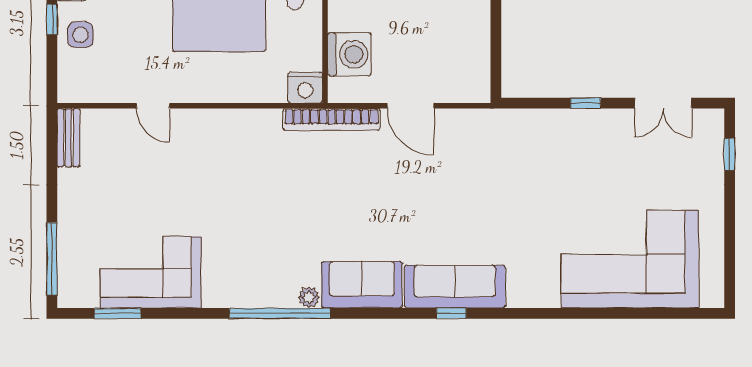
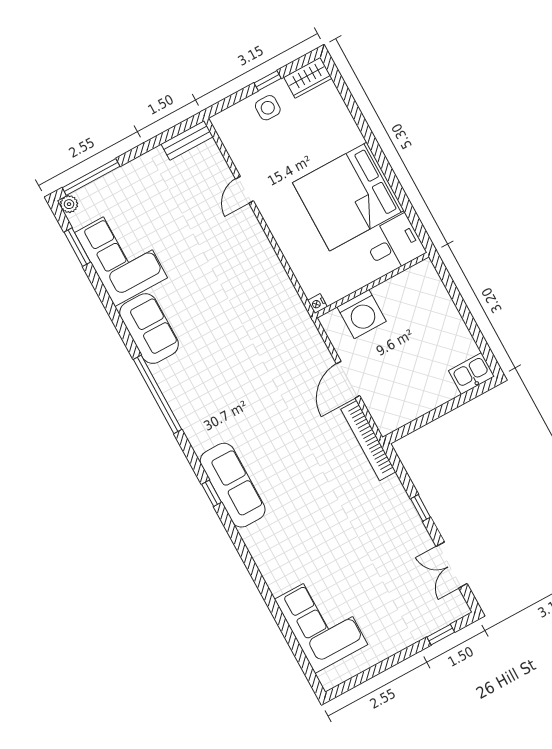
nightstand: (305, 88) -> (317, 304), width x0.53, depth x0.56
bookcase: (331, 119) -> (368, 441), moved
corner sofa: (630, 259) -> (321, 622), width x0.73, depth x0.74
sofa: (362, 285) -> (149, 329), moved
plant: (309, 297) -> (69, 204), moved
window: (280, 313) -> (158, 394), moved

